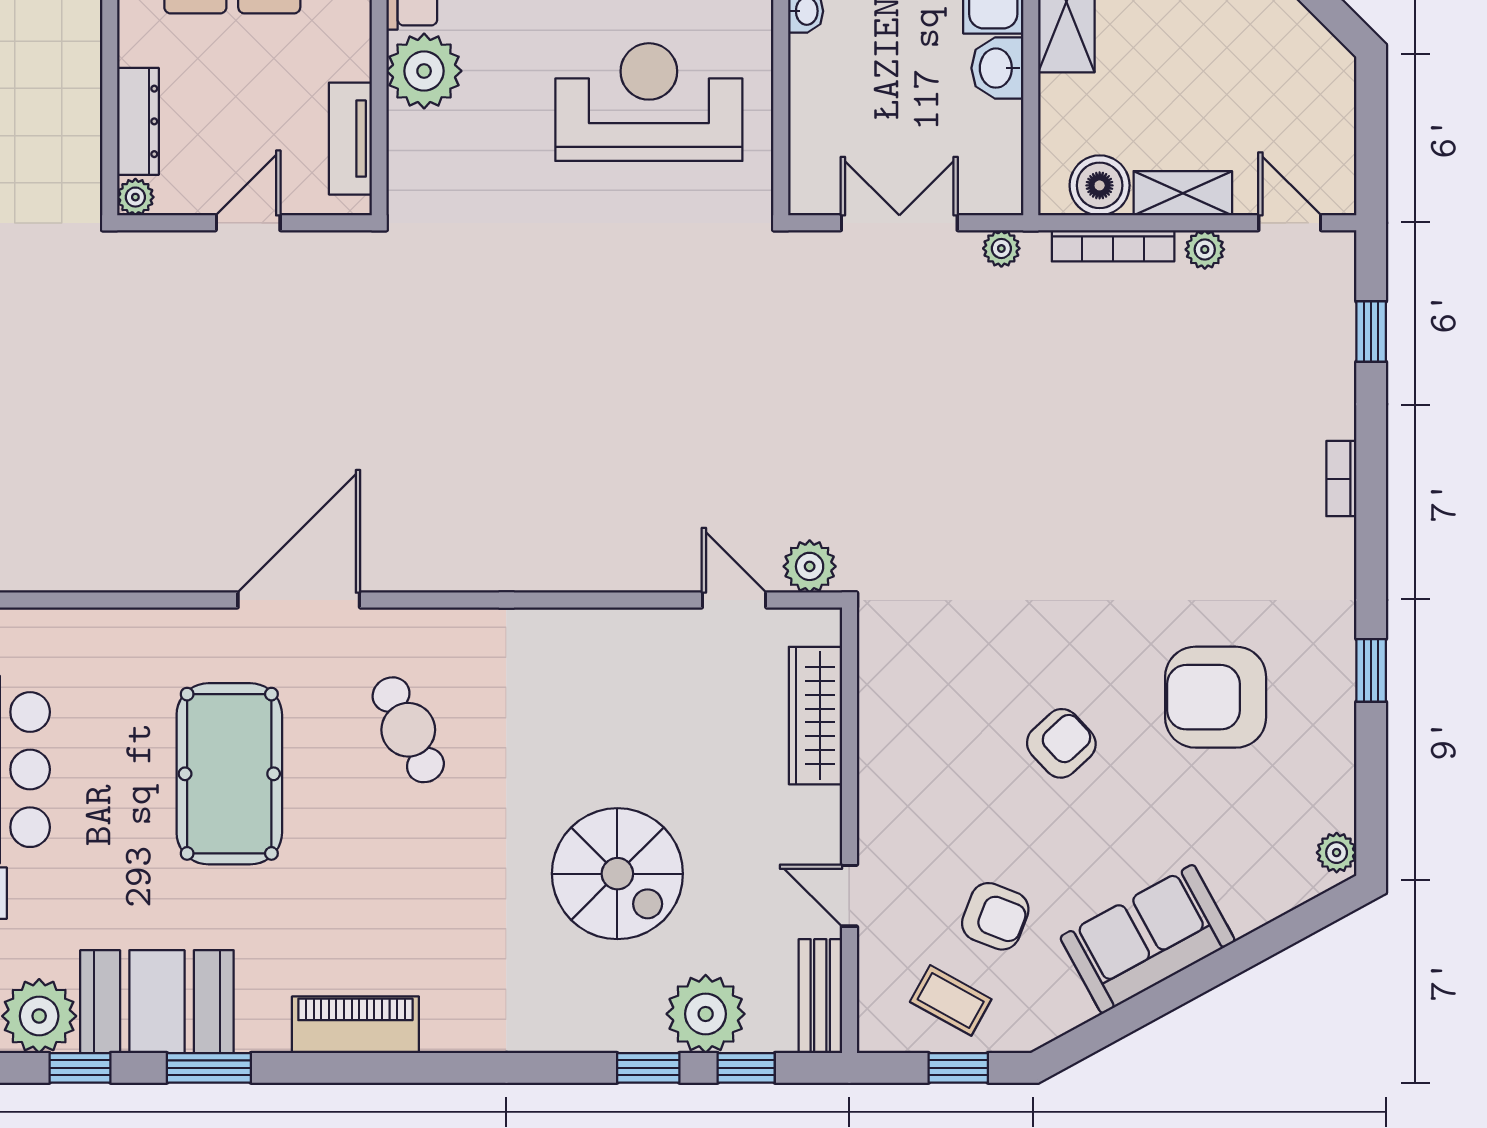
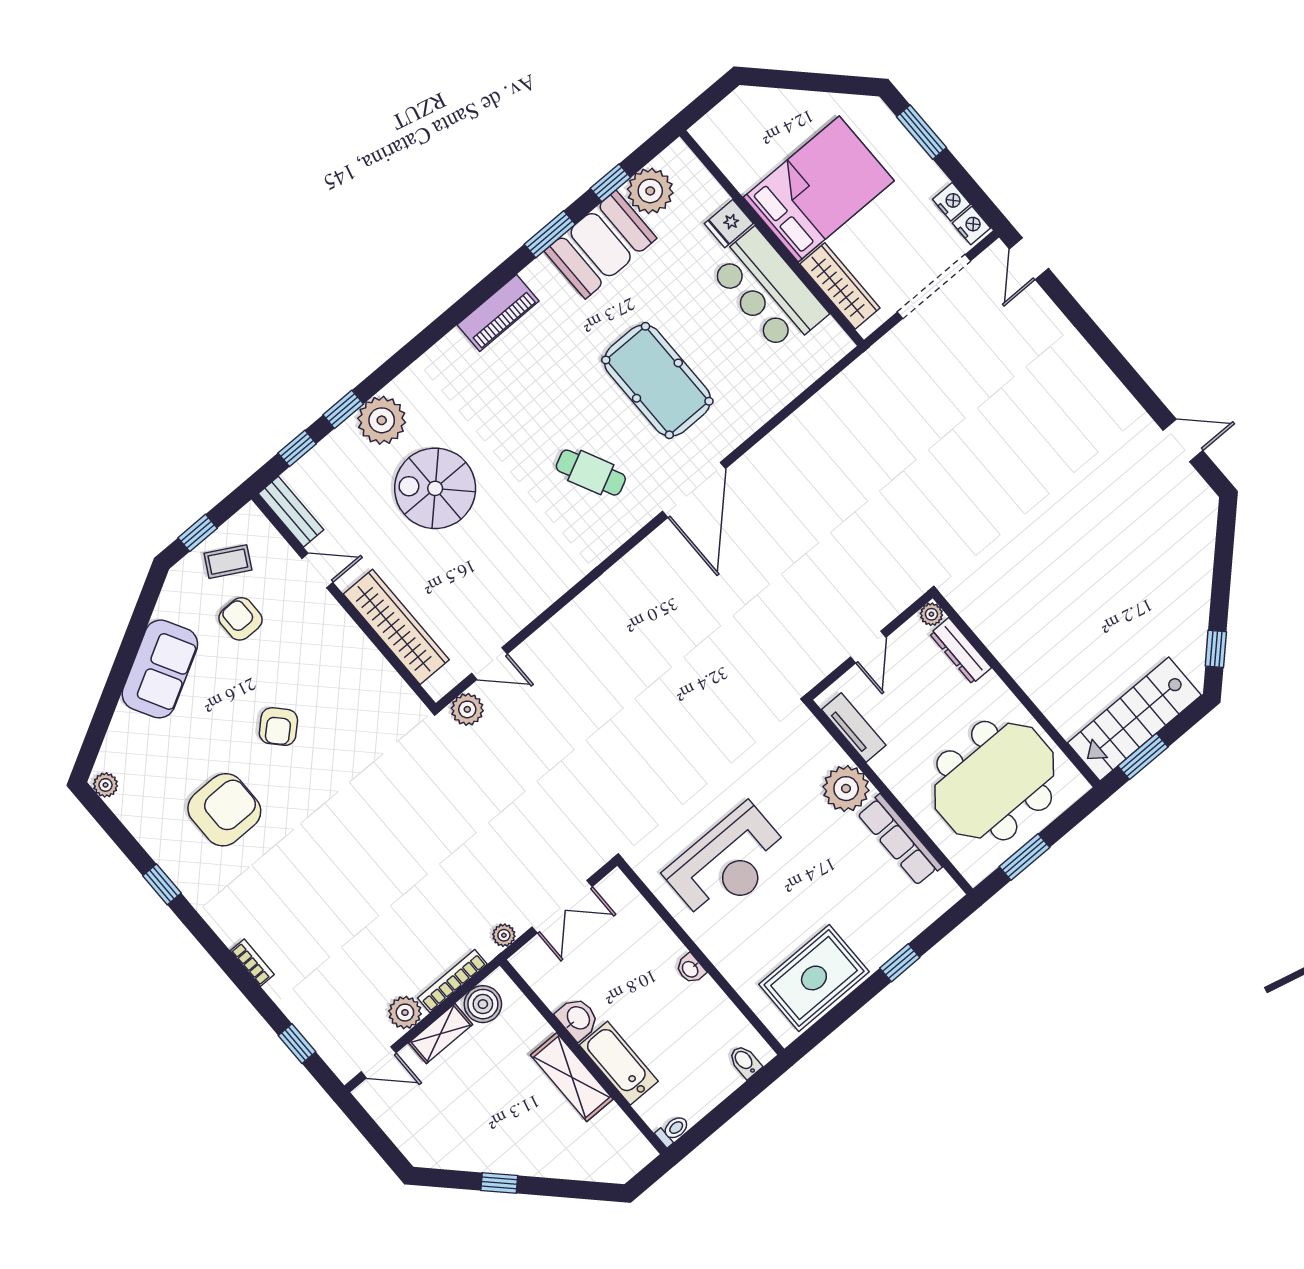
plant: (1205, 249) -> (405, 1013), width x1.38, depth x1.38
wardrobe: (815, 716) -> (396, 627), width x1.40, depth x1.17
armchair: (995, 916) -> (241, 619), turned 69
plant: (706, 1014) -> (382, 420), moved

